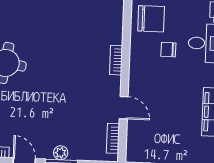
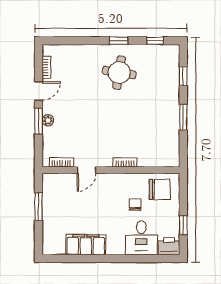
chair: (151, 19) -> (160, 190), turned -90

